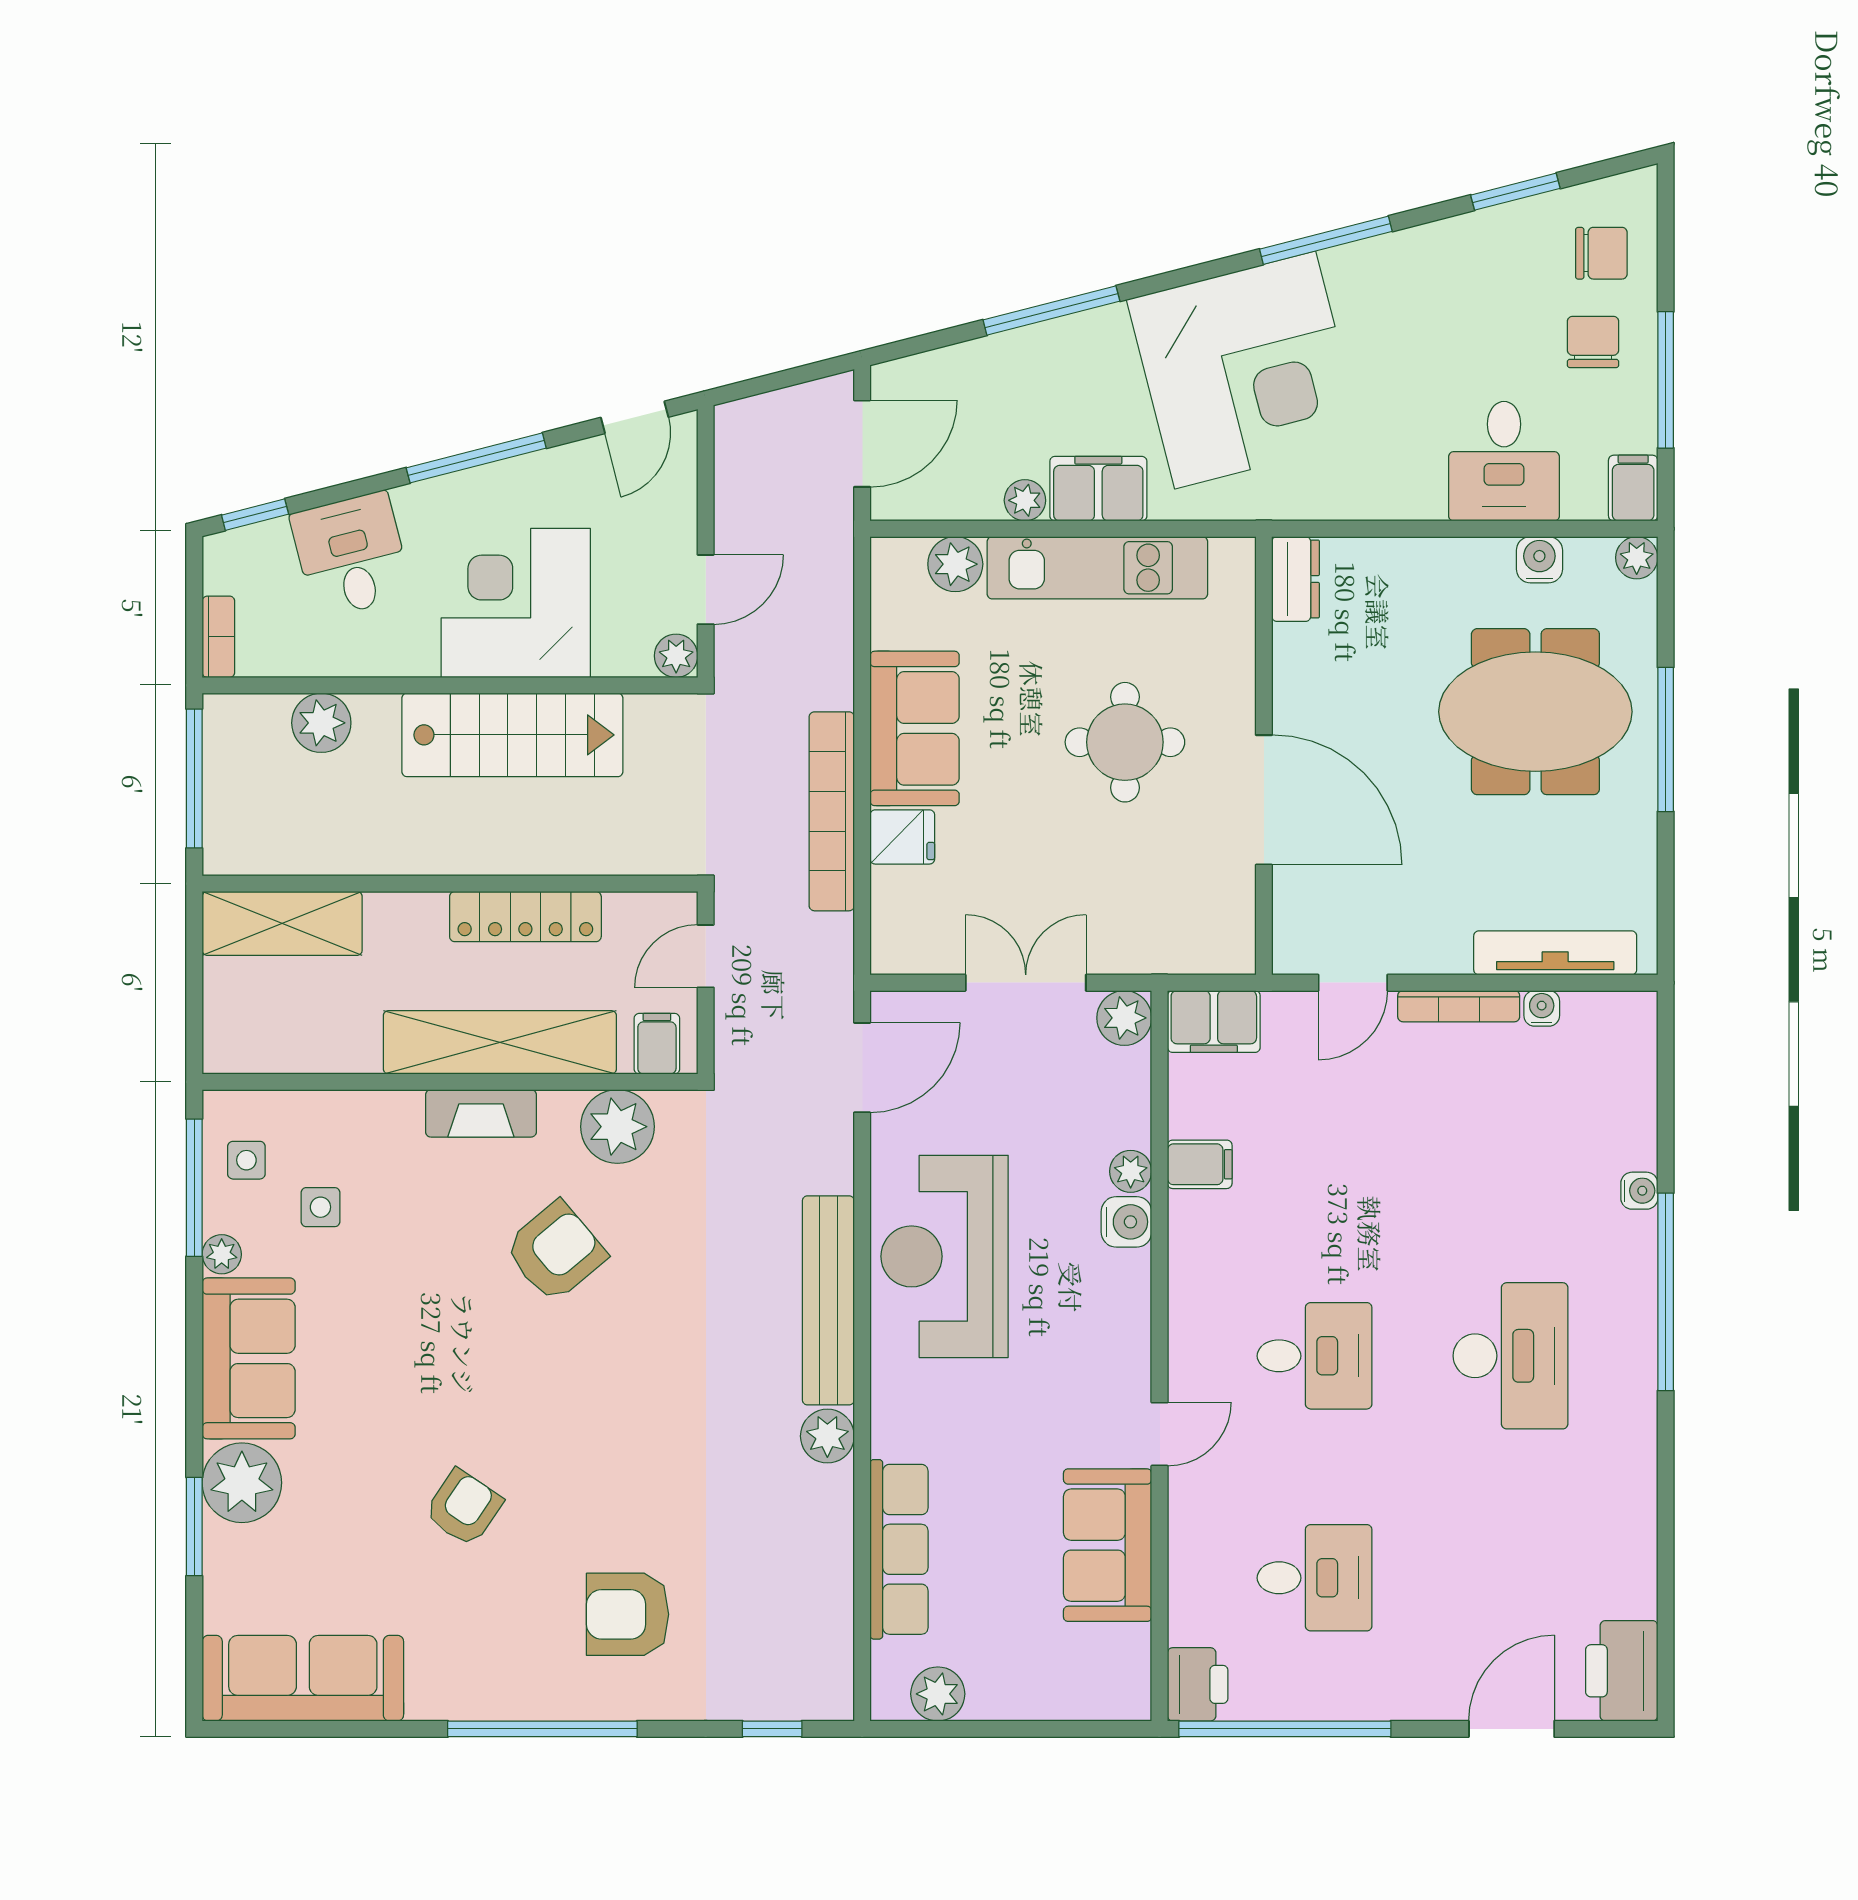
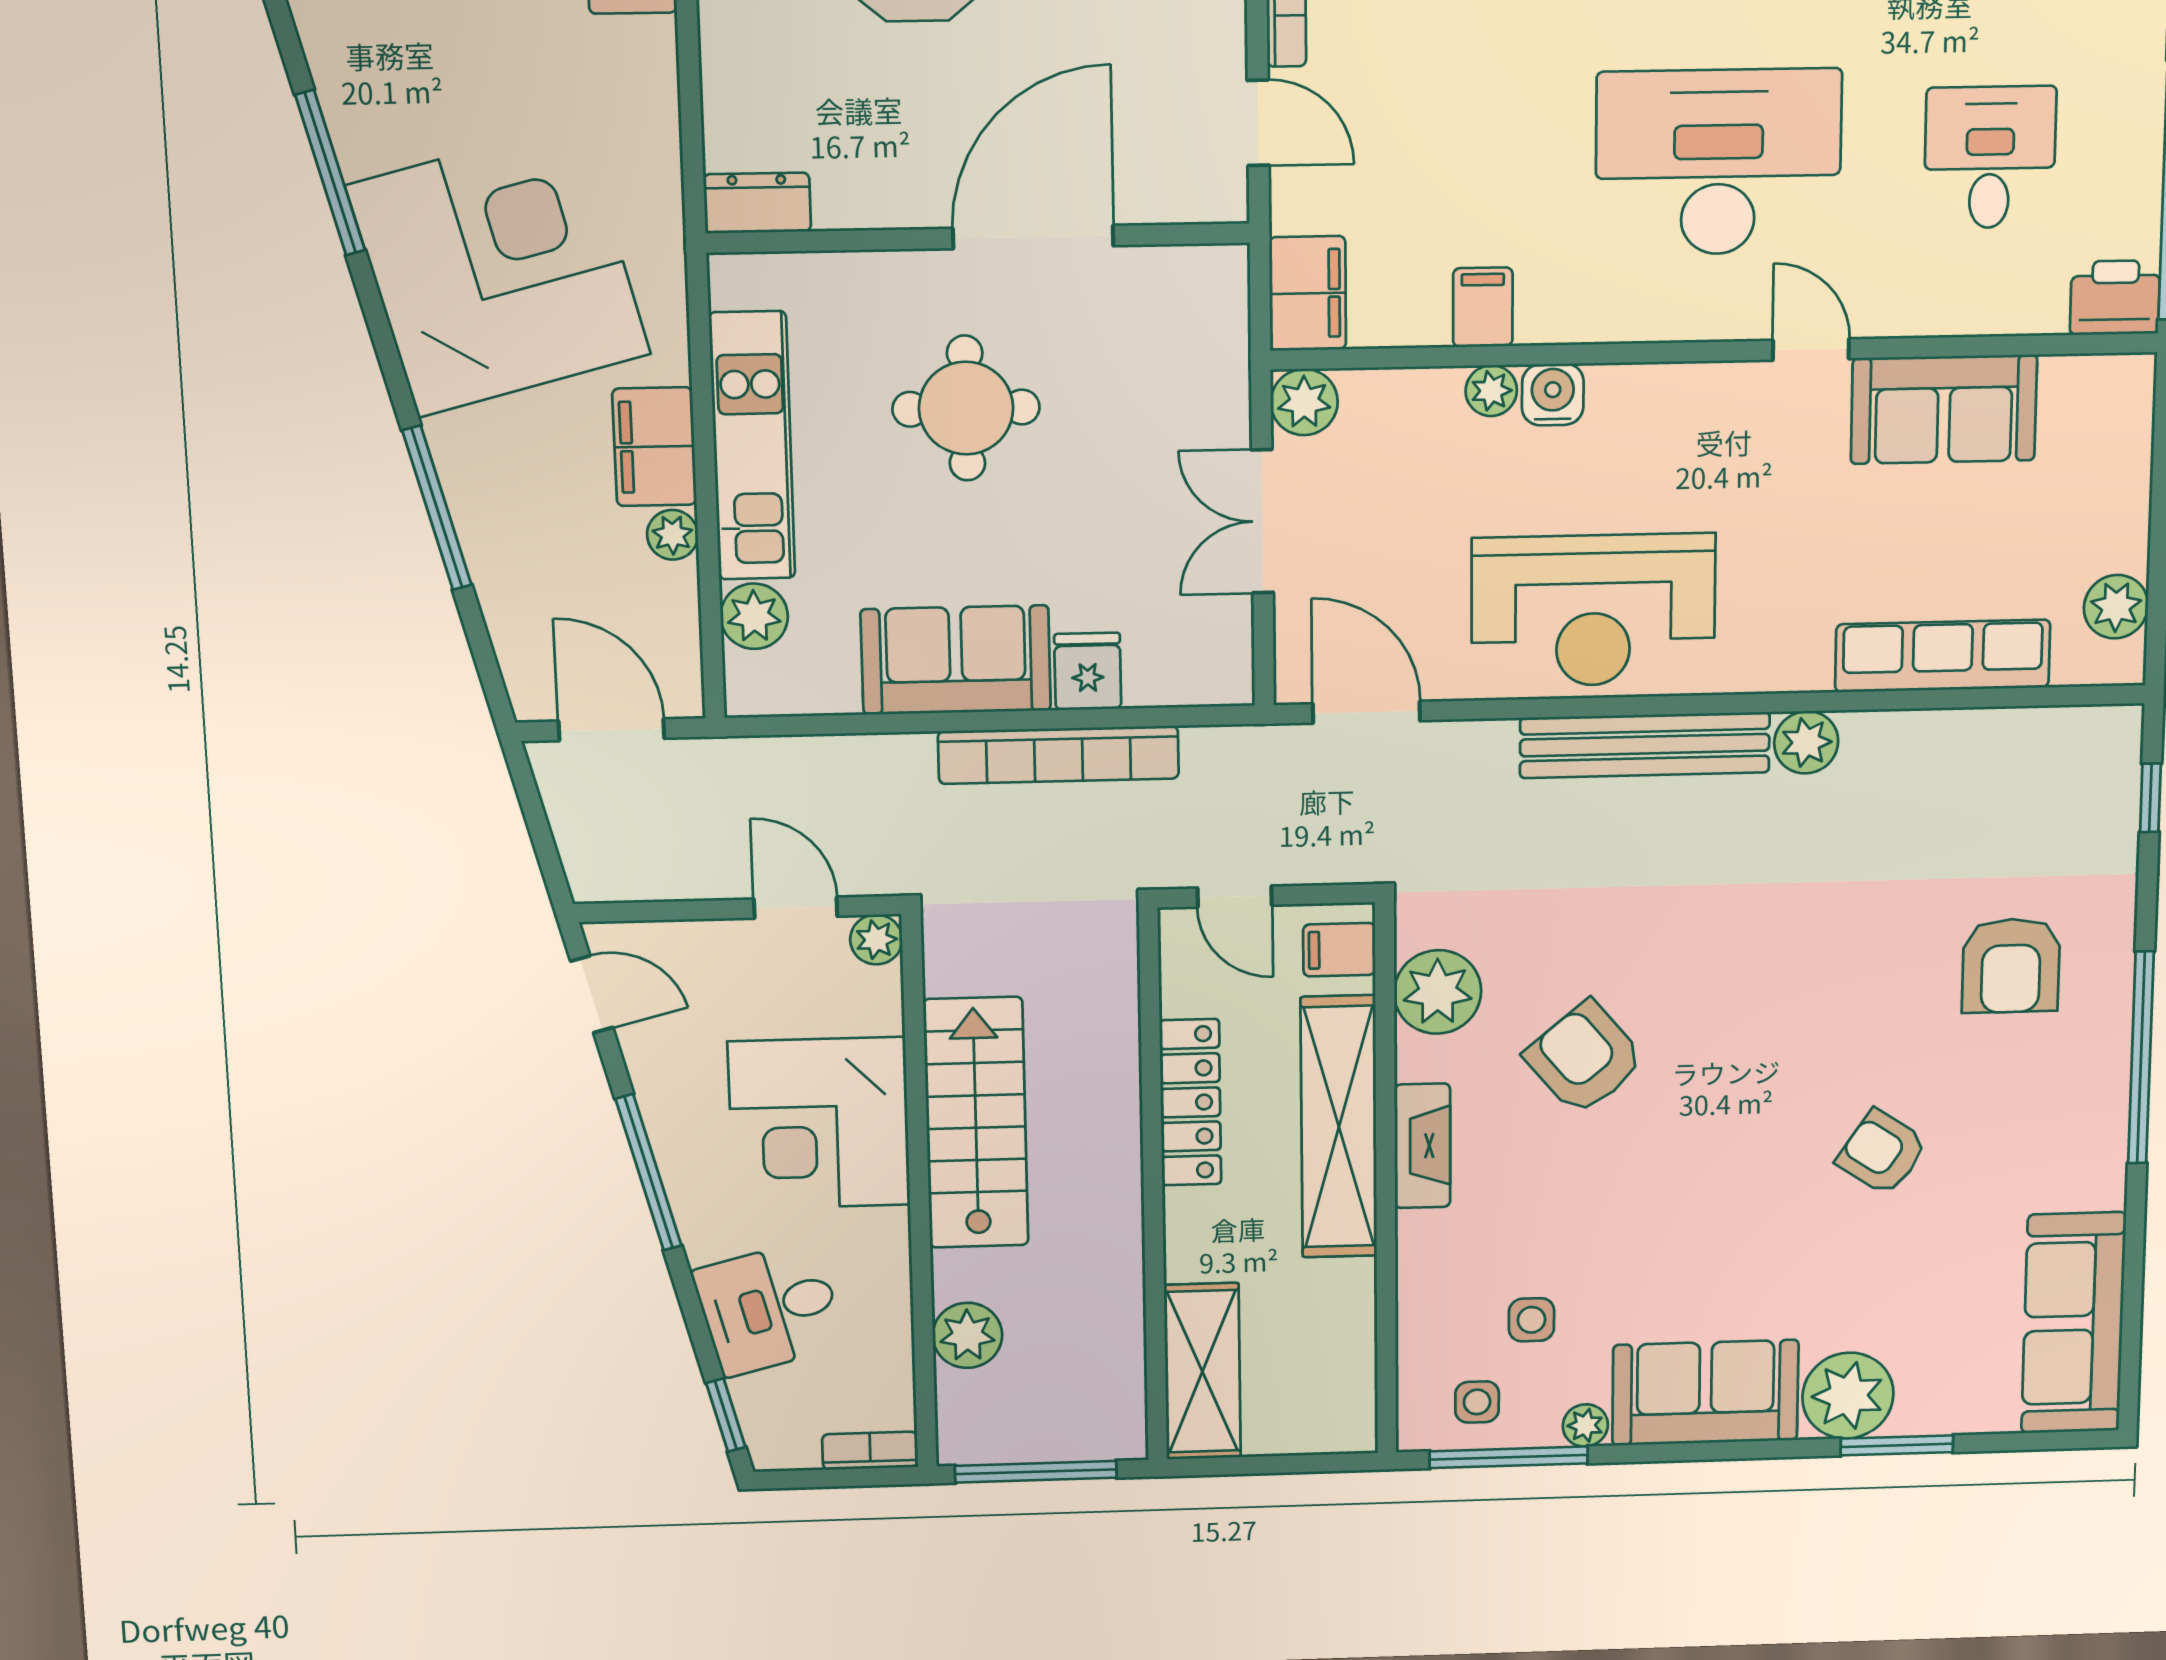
desk: (1315, 1356) -> (1718, 162), width x1.87, depth x1.30

